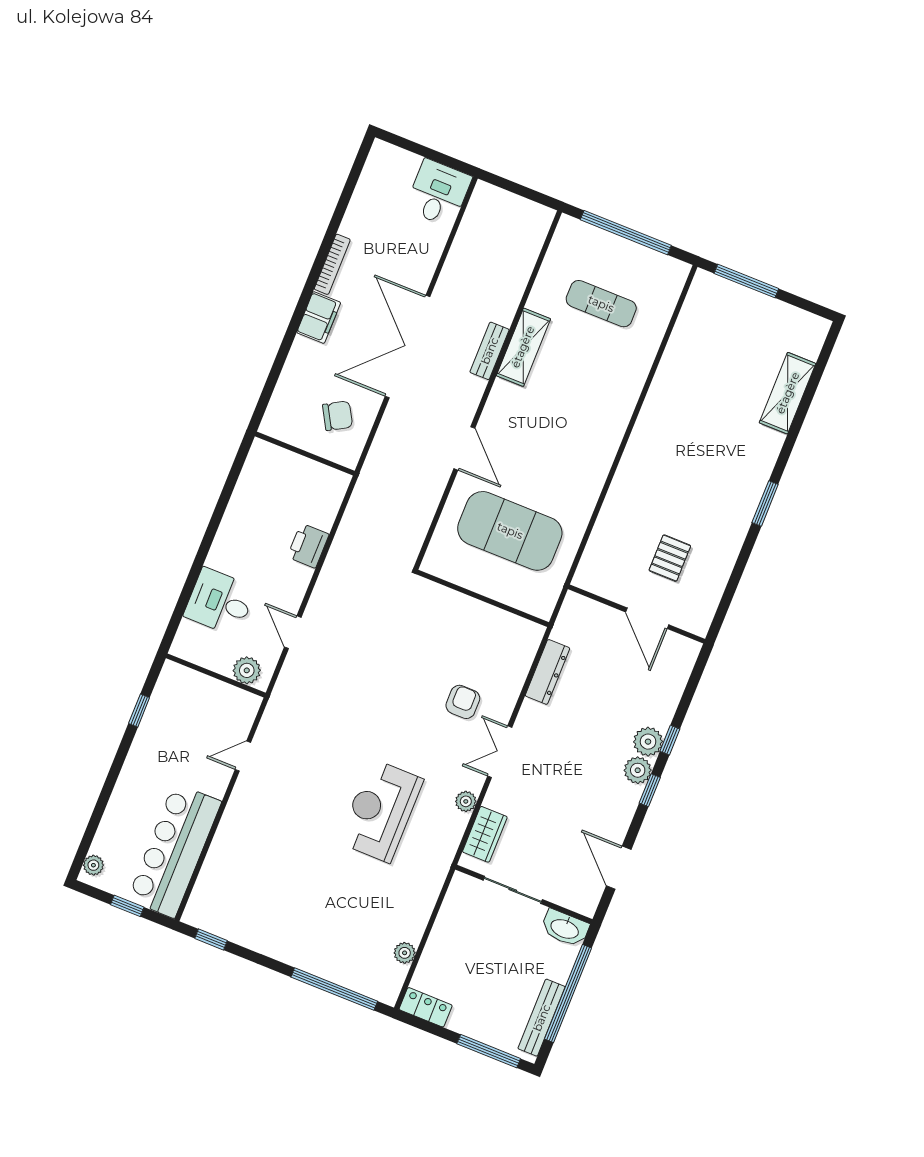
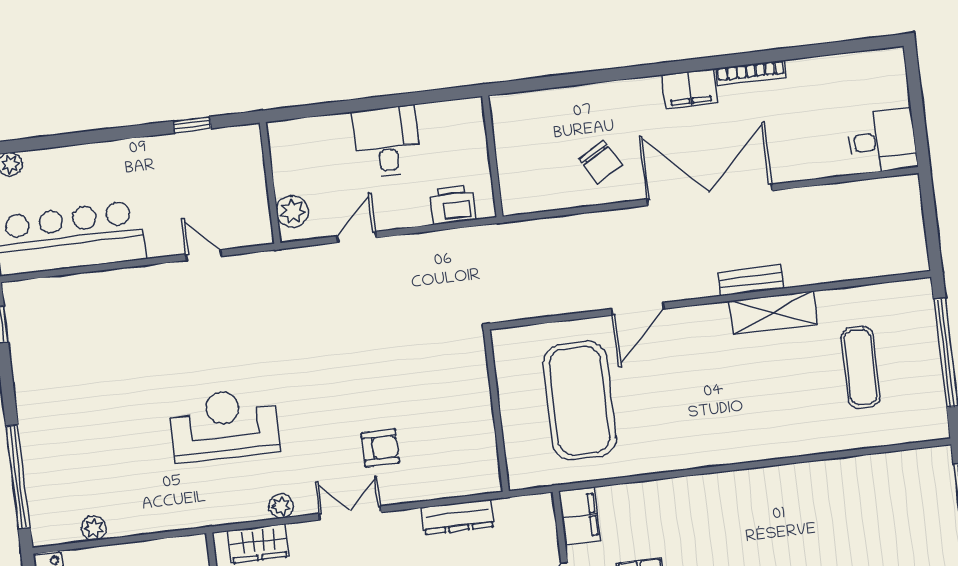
wall: (305, 454) -> (492, 156), moved
filing cabinet: (597, 579) -> (580, 516), added
desk: (220, 602) -> (387, 142), moved

